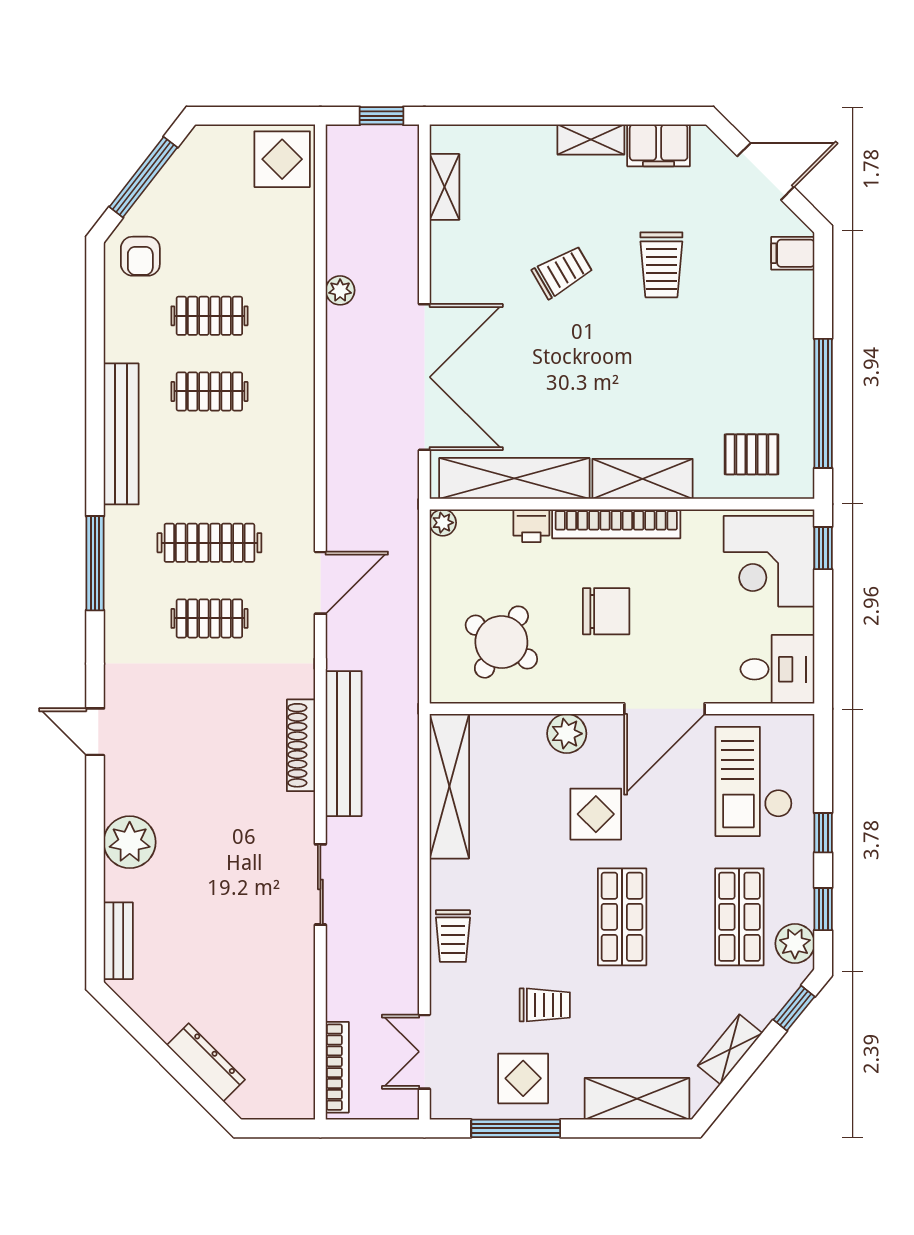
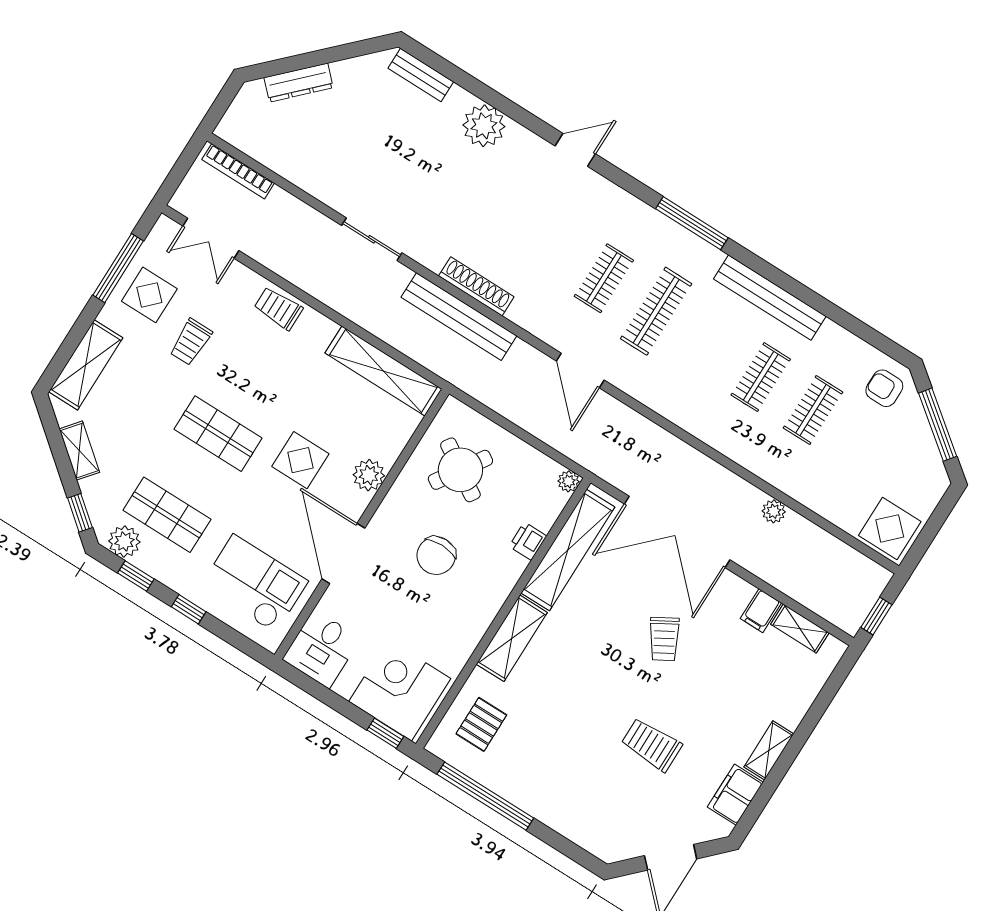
filing cabinet: (793, 253) -> (761, 611), moved, turned 180
trolley: (562, 272) -> (664, 639), moved
bookcase: (616, 524) -> (492, 601), removed
double door: (424, 1052) -> (211, 238), swing flipped

